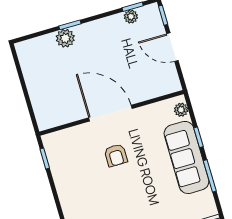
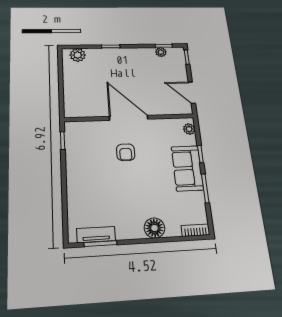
plant: (65, 38) -> (78, 55), moved
door: (172, 47) -> (192, 93), moved
sofa: (186, 157) -> (187, 168), width x0.73

